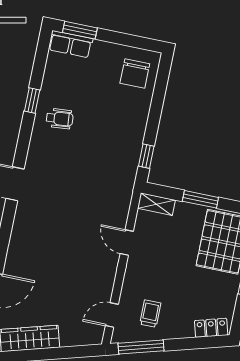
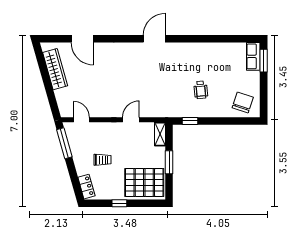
chair: (135, 73) -> (243, 102), turned 108
window: (32, 100) -> (211, 39), removed
wheelchair: (60, 119) -> (201, 90), moved
trolley: (150, 314) -> (102, 160), moved

